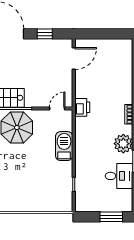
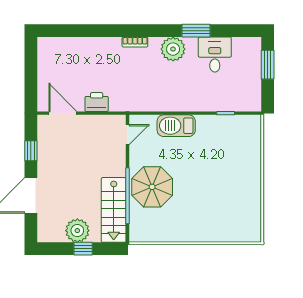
printer: (82, 107) -> (97, 102), moved
door: (57, 109) -> (128, 135), swing flipped

